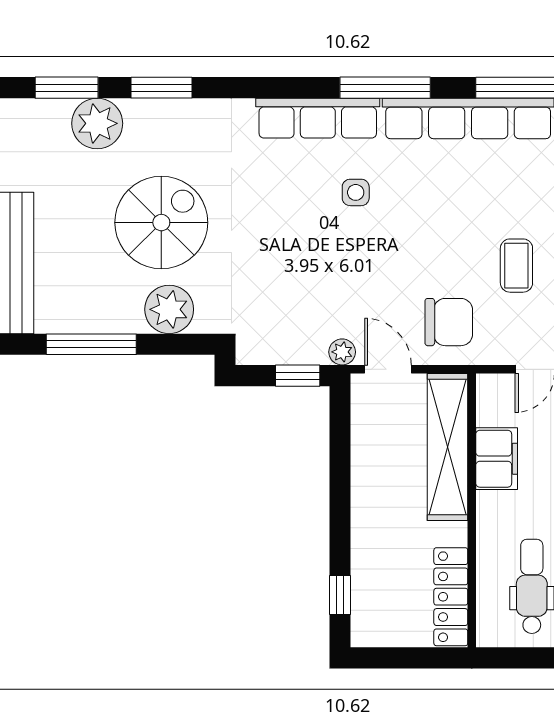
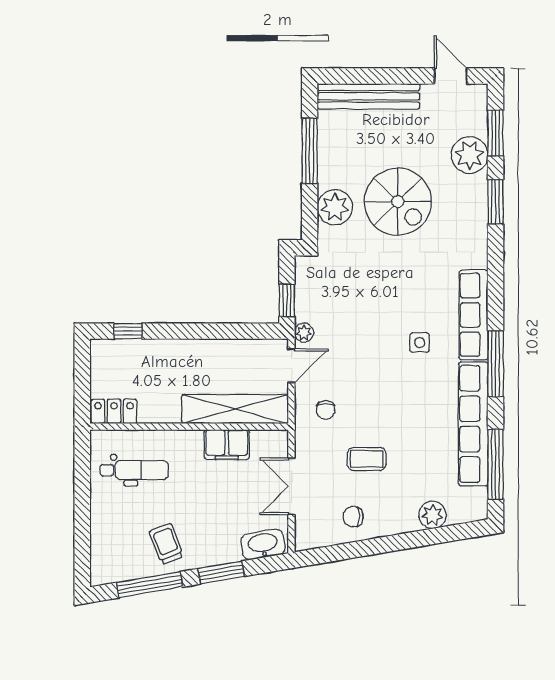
chair: (449, 322) -> (326, 410), width x0.54, depth x0.54
locker: (451, 597) -> (114, 411), width x0.66

